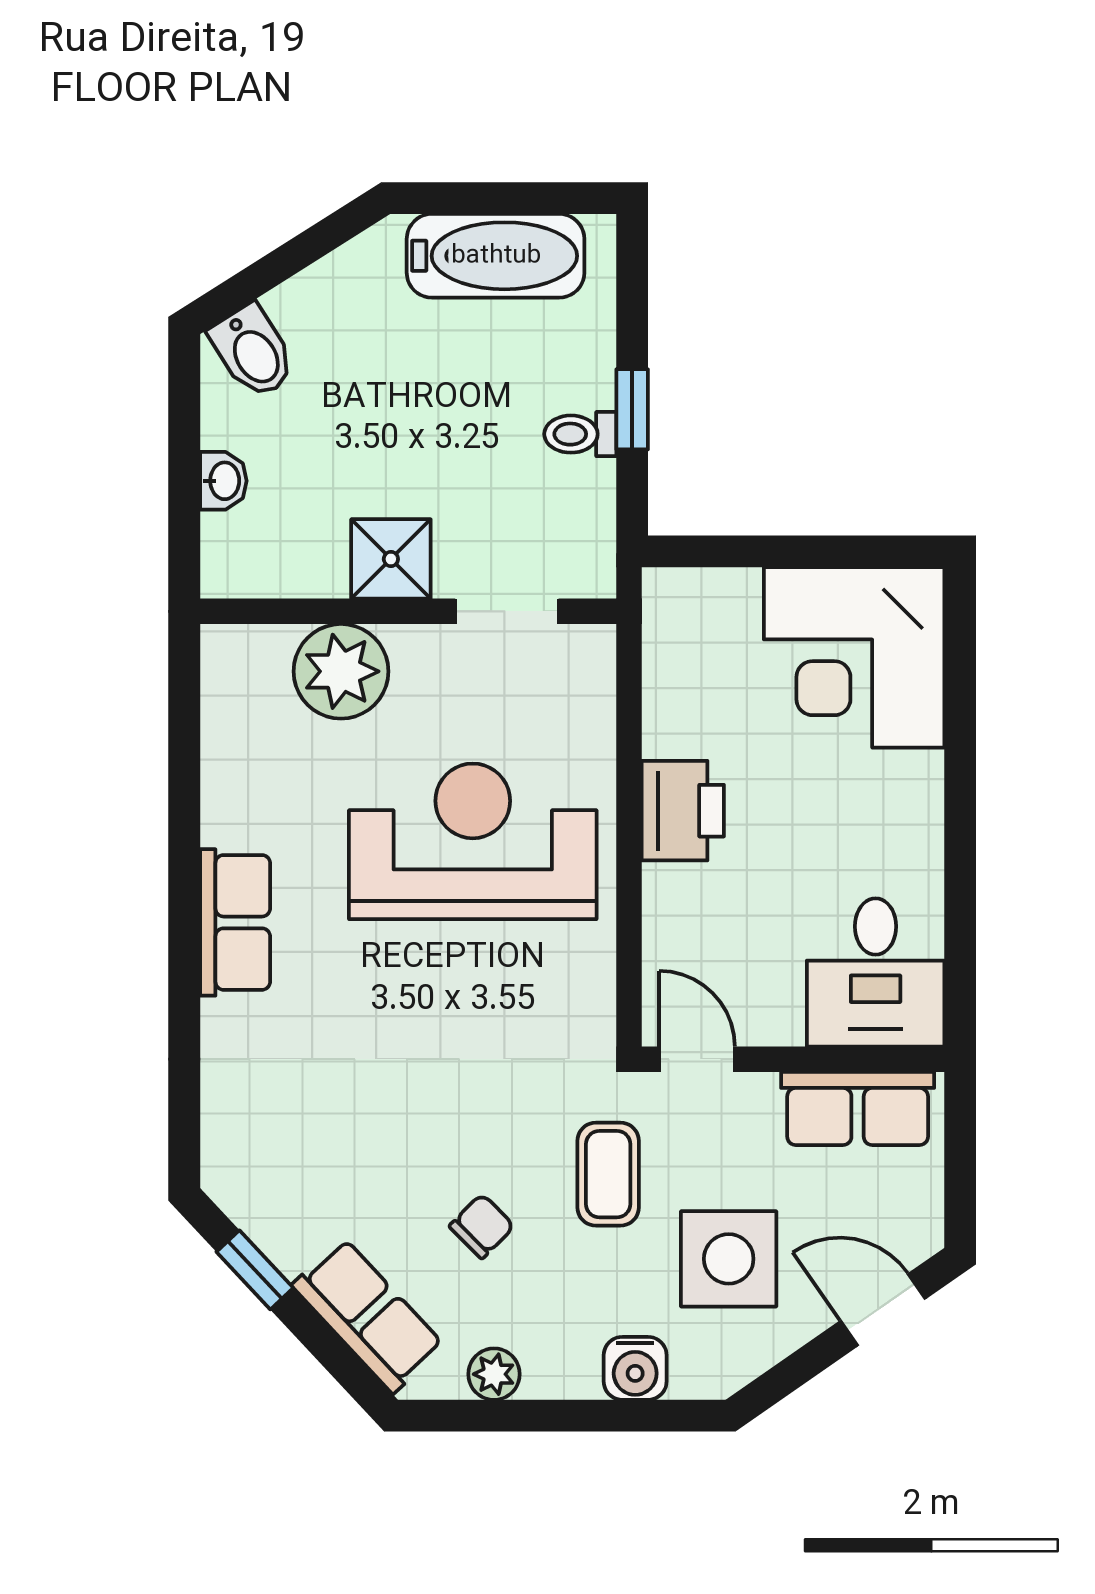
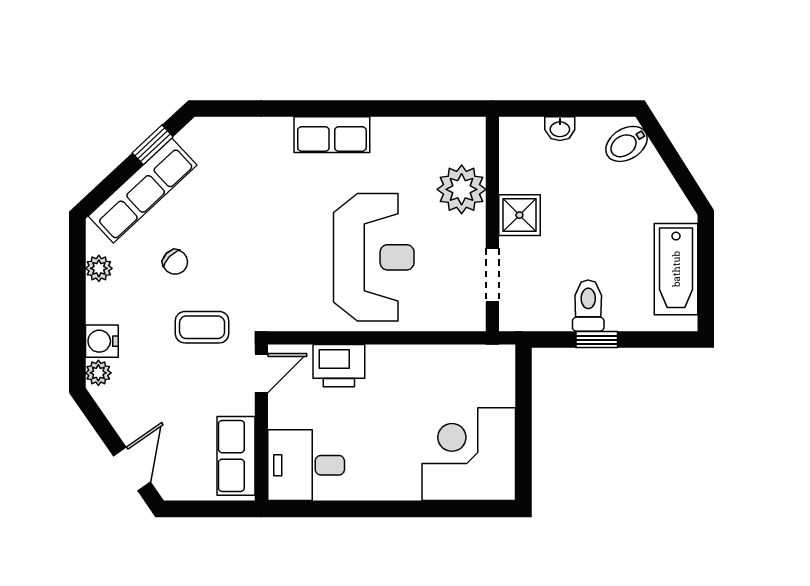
toilet: (580, 434) -> (588, 306), width x1.37, depth x1.39
printer: (683, 811) -> (339, 366), moved
side table: (729, 1259) -> (158, 389), removed
row of seats: (368, 1315) -> (143, 191), width x1.48
plant: (696, 1375) -> (98, 373), added

